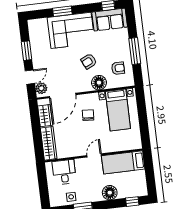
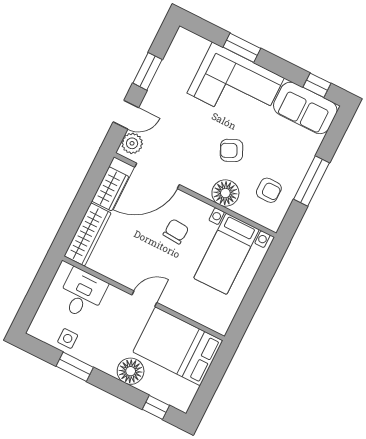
bed: (123, 162) -> (178, 346), width x1.50

